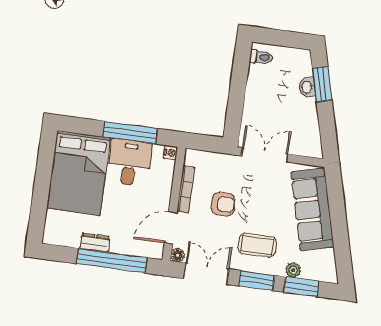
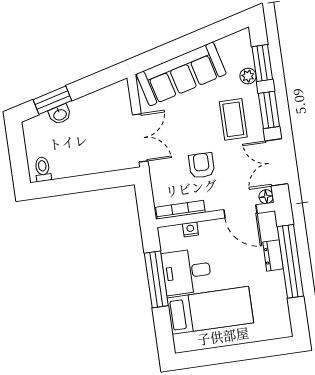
nightstand: (171, 153) -> (190, 229), moved
double door: (265, 155) -> (140, 138), swing flipped
bed: (79, 173) -> (210, 310), width x0.67
bookcase: (186, 189) -> (180, 210), moved
dresser: (95, 243) -> (273, 255), moved

